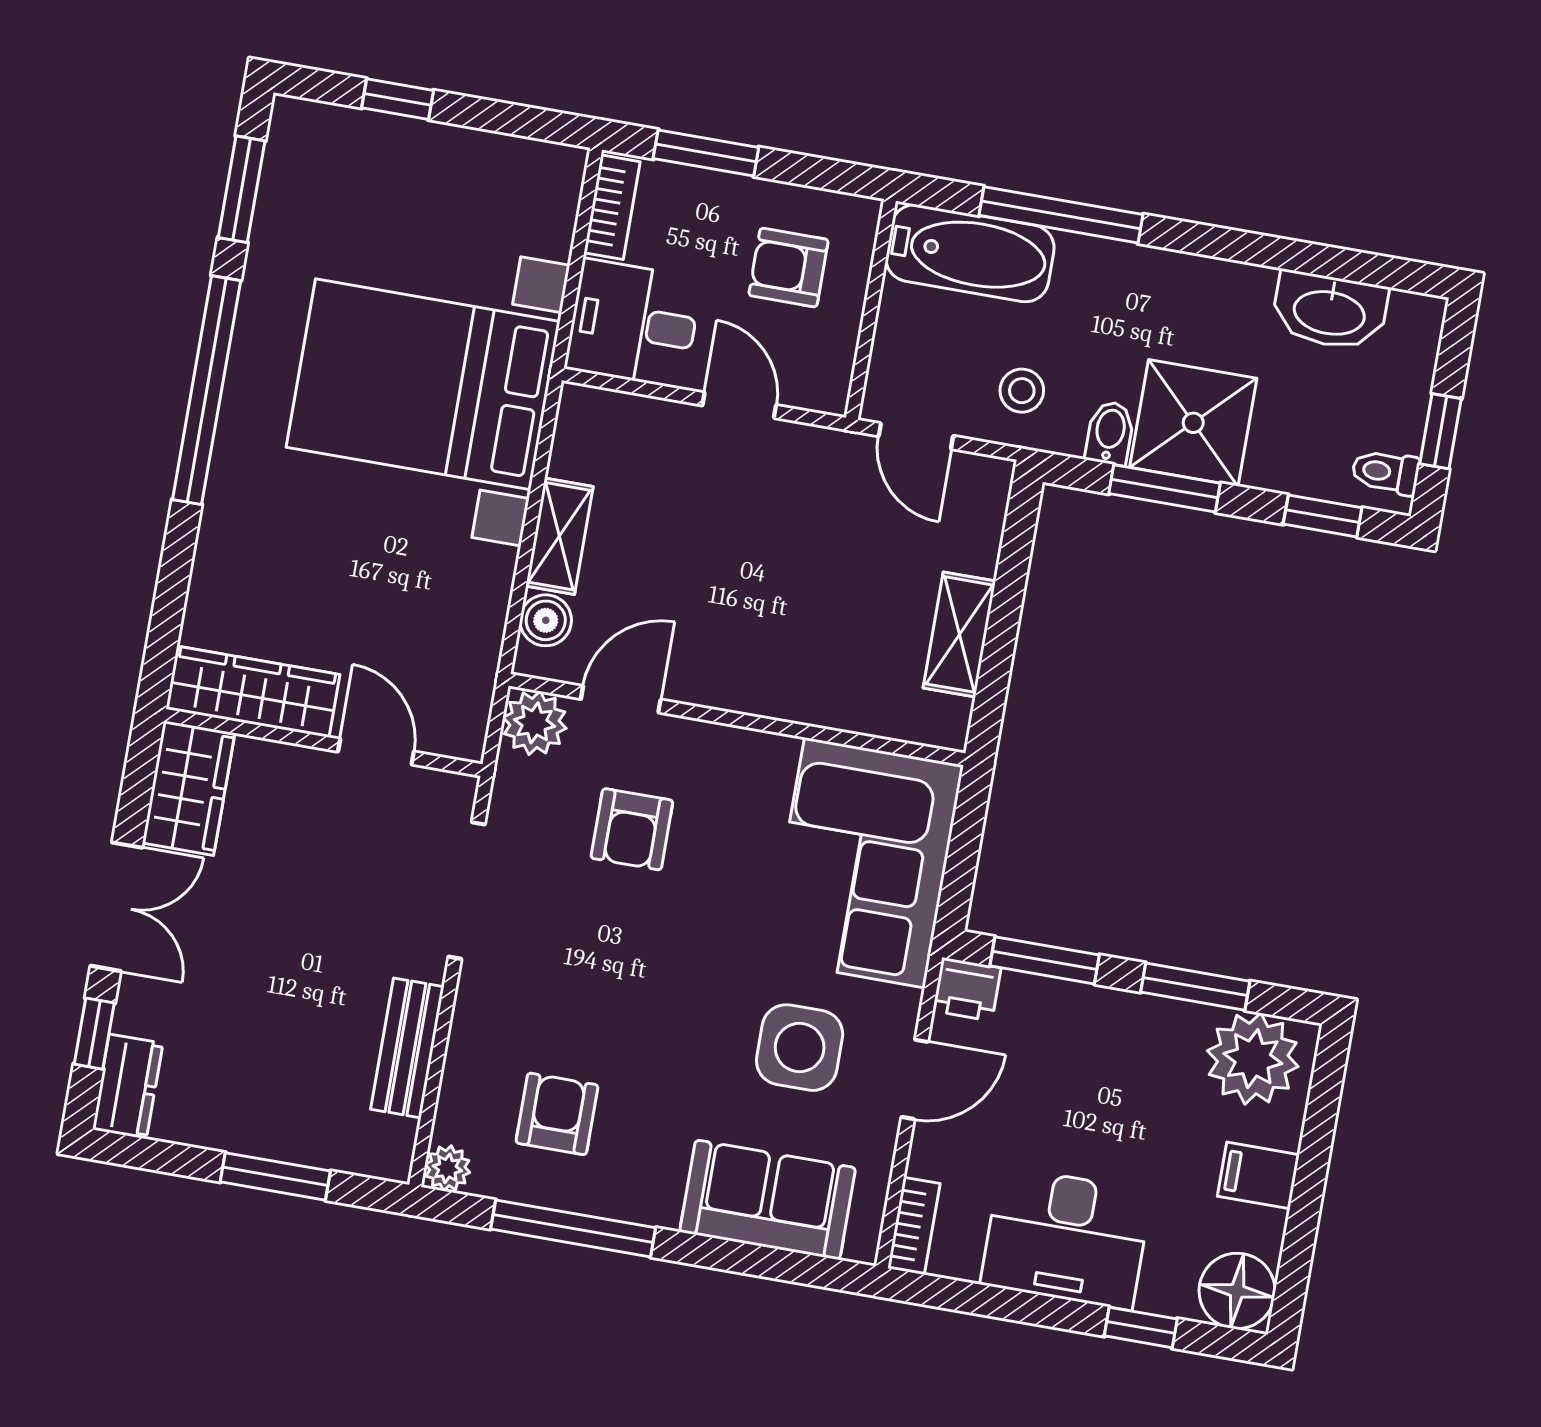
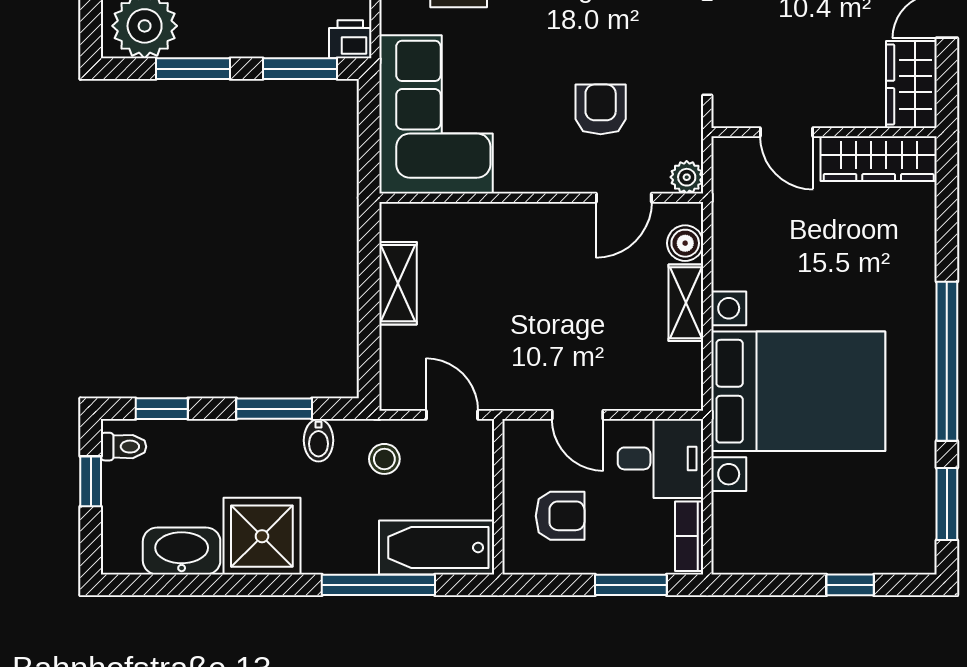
shower: (1193, 423) -> (262, 536), moved
plant: (535, 723) -> (687, 177), width x0.73, depth x0.73

